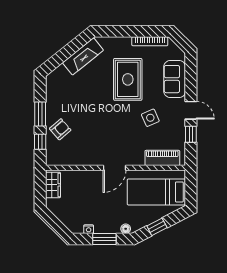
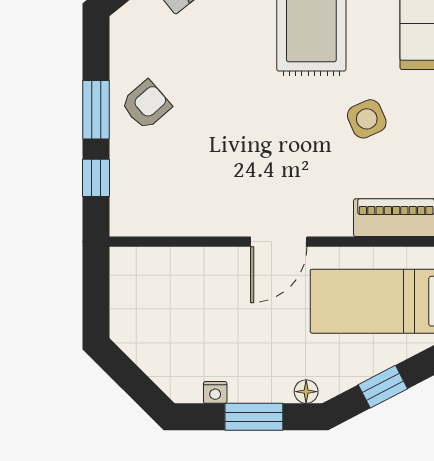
armchair: (60, 129) -> (146, 105), moved
wardrobe: (53, 185) -> (128, 284), removed

